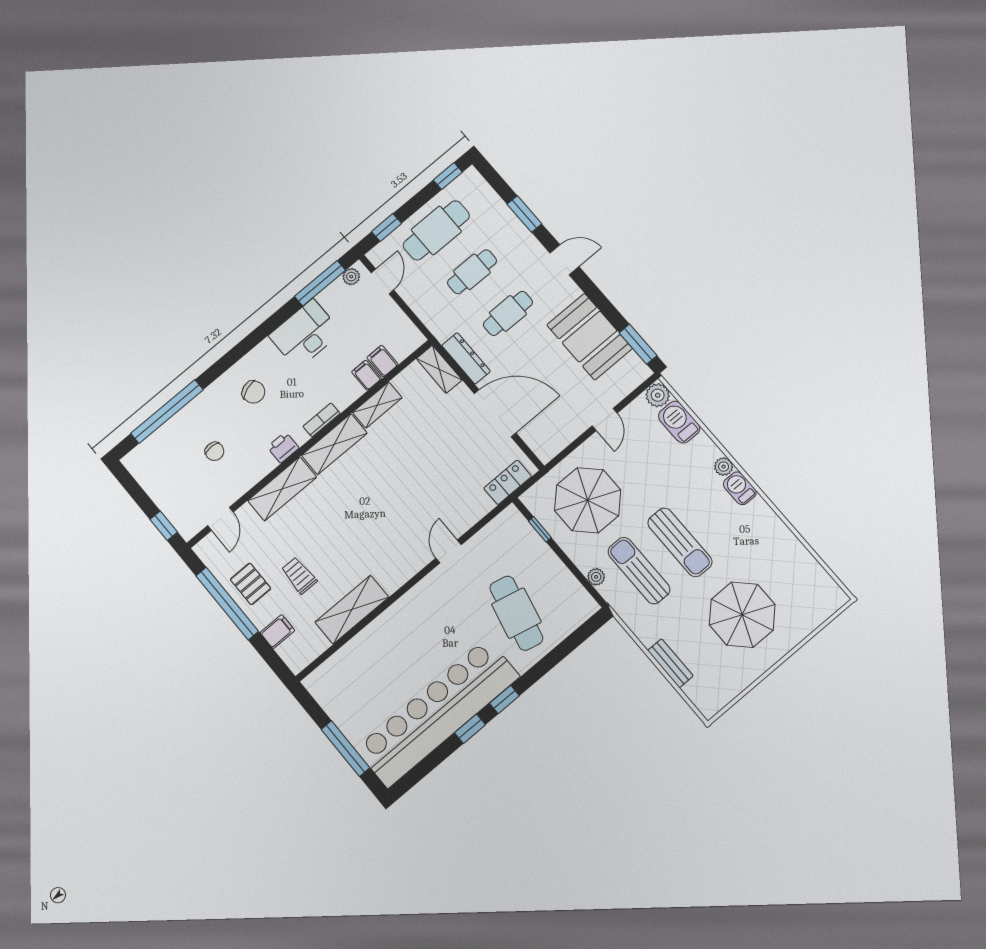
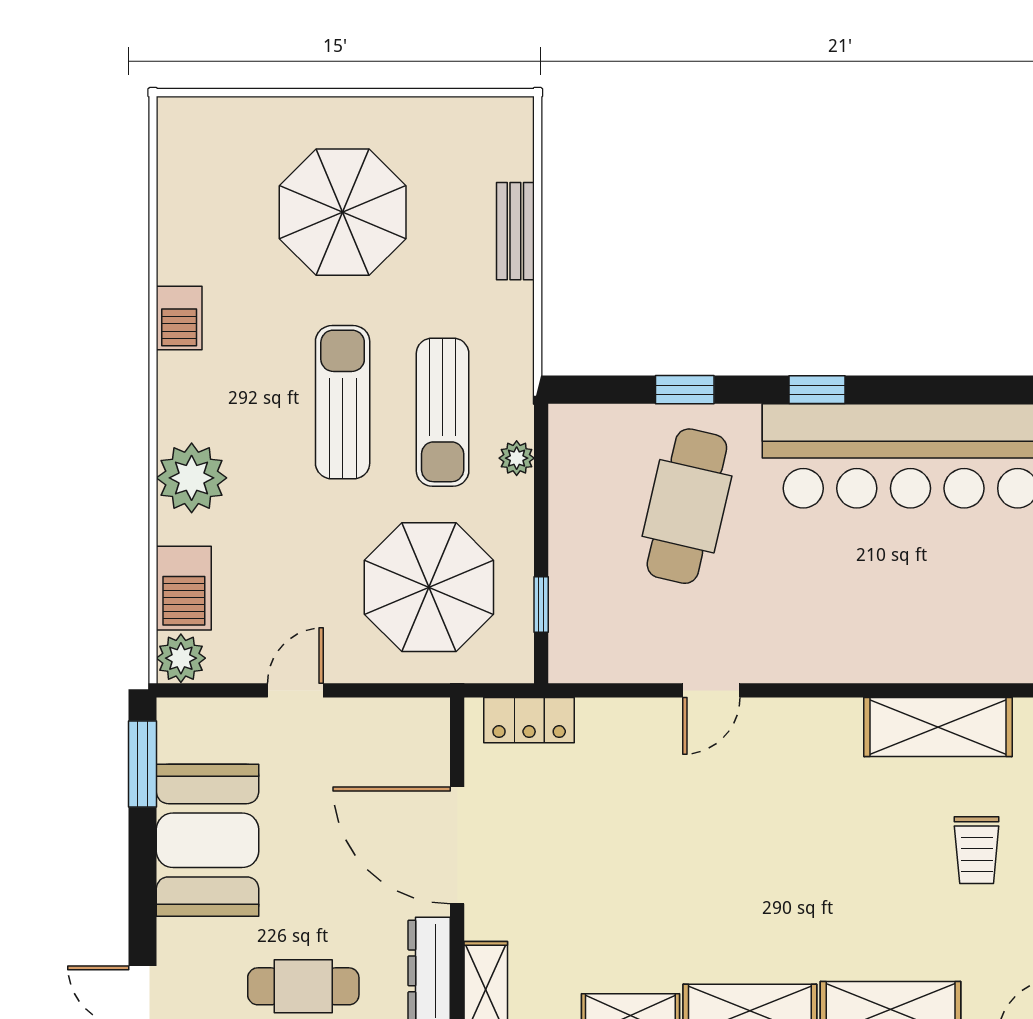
plant: (724, 467) -> (192, 478), width x1.87, depth x1.87
barbecue: (740, 488) -> (179, 318), moved
window: (470, 729) -> (685, 390), moved

